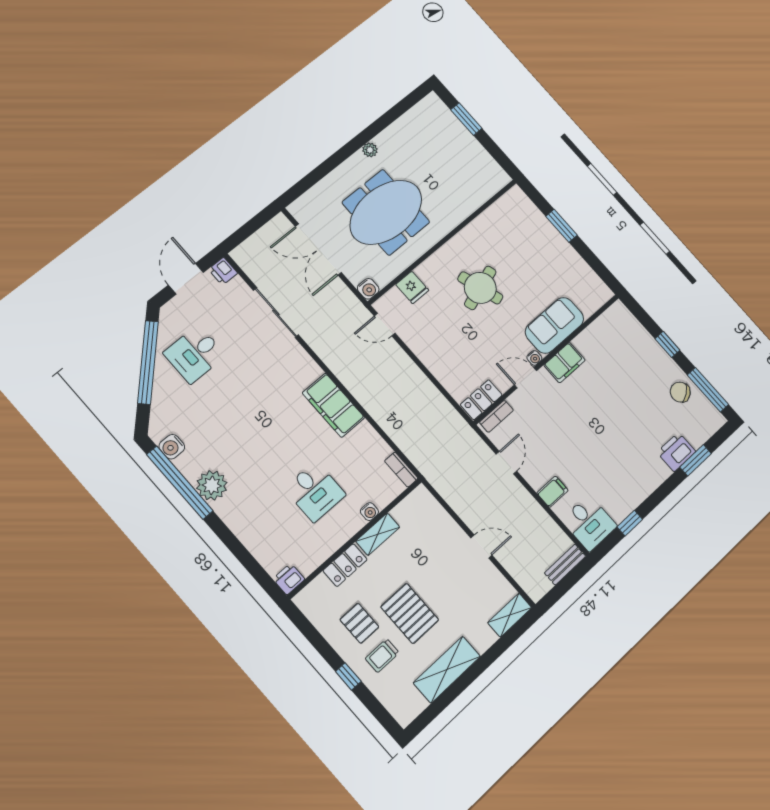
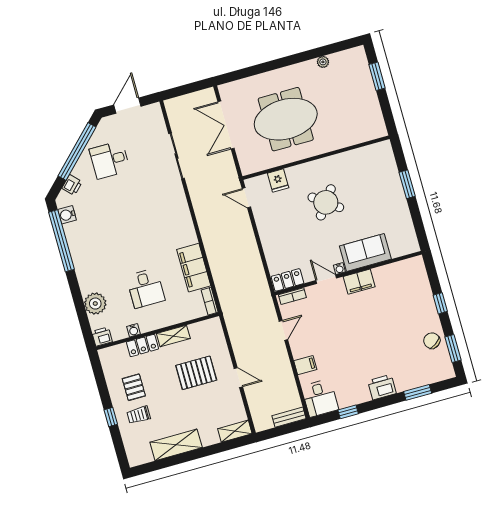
plant: (370, 150) -> (323, 62), moved
printer: (223, 271) -> (72, 185), moved, turned -135
round table: (480, 288) -> (326, 202), turned -36
water cooler: (368, 289) -> (247, 168), removed
window: (708, 390) -> (453, 348), width x0.69
filing cabinet: (333, 405) -> (194, 268), moved
printer: (676, 452) -> (382, 387), moved
plant: (212, 485) -> (95, 304), moved
water cooler: (369, 512) -> (133, 330), moved
pallet: (410, 613) -> (196, 373), moved, turned 90

